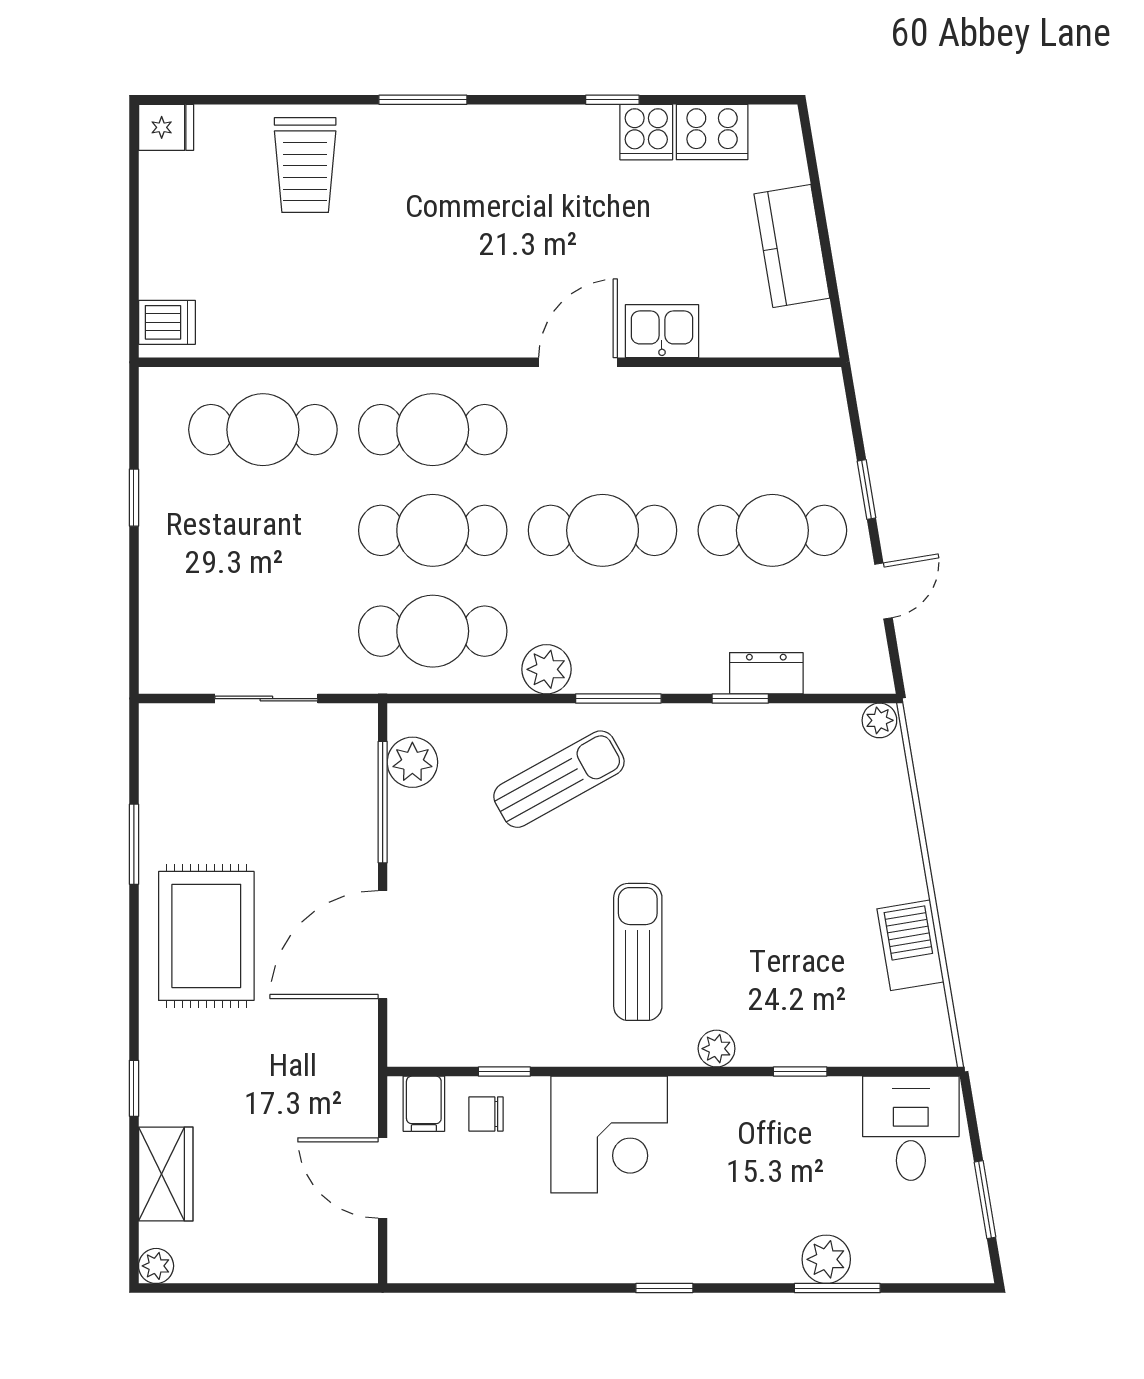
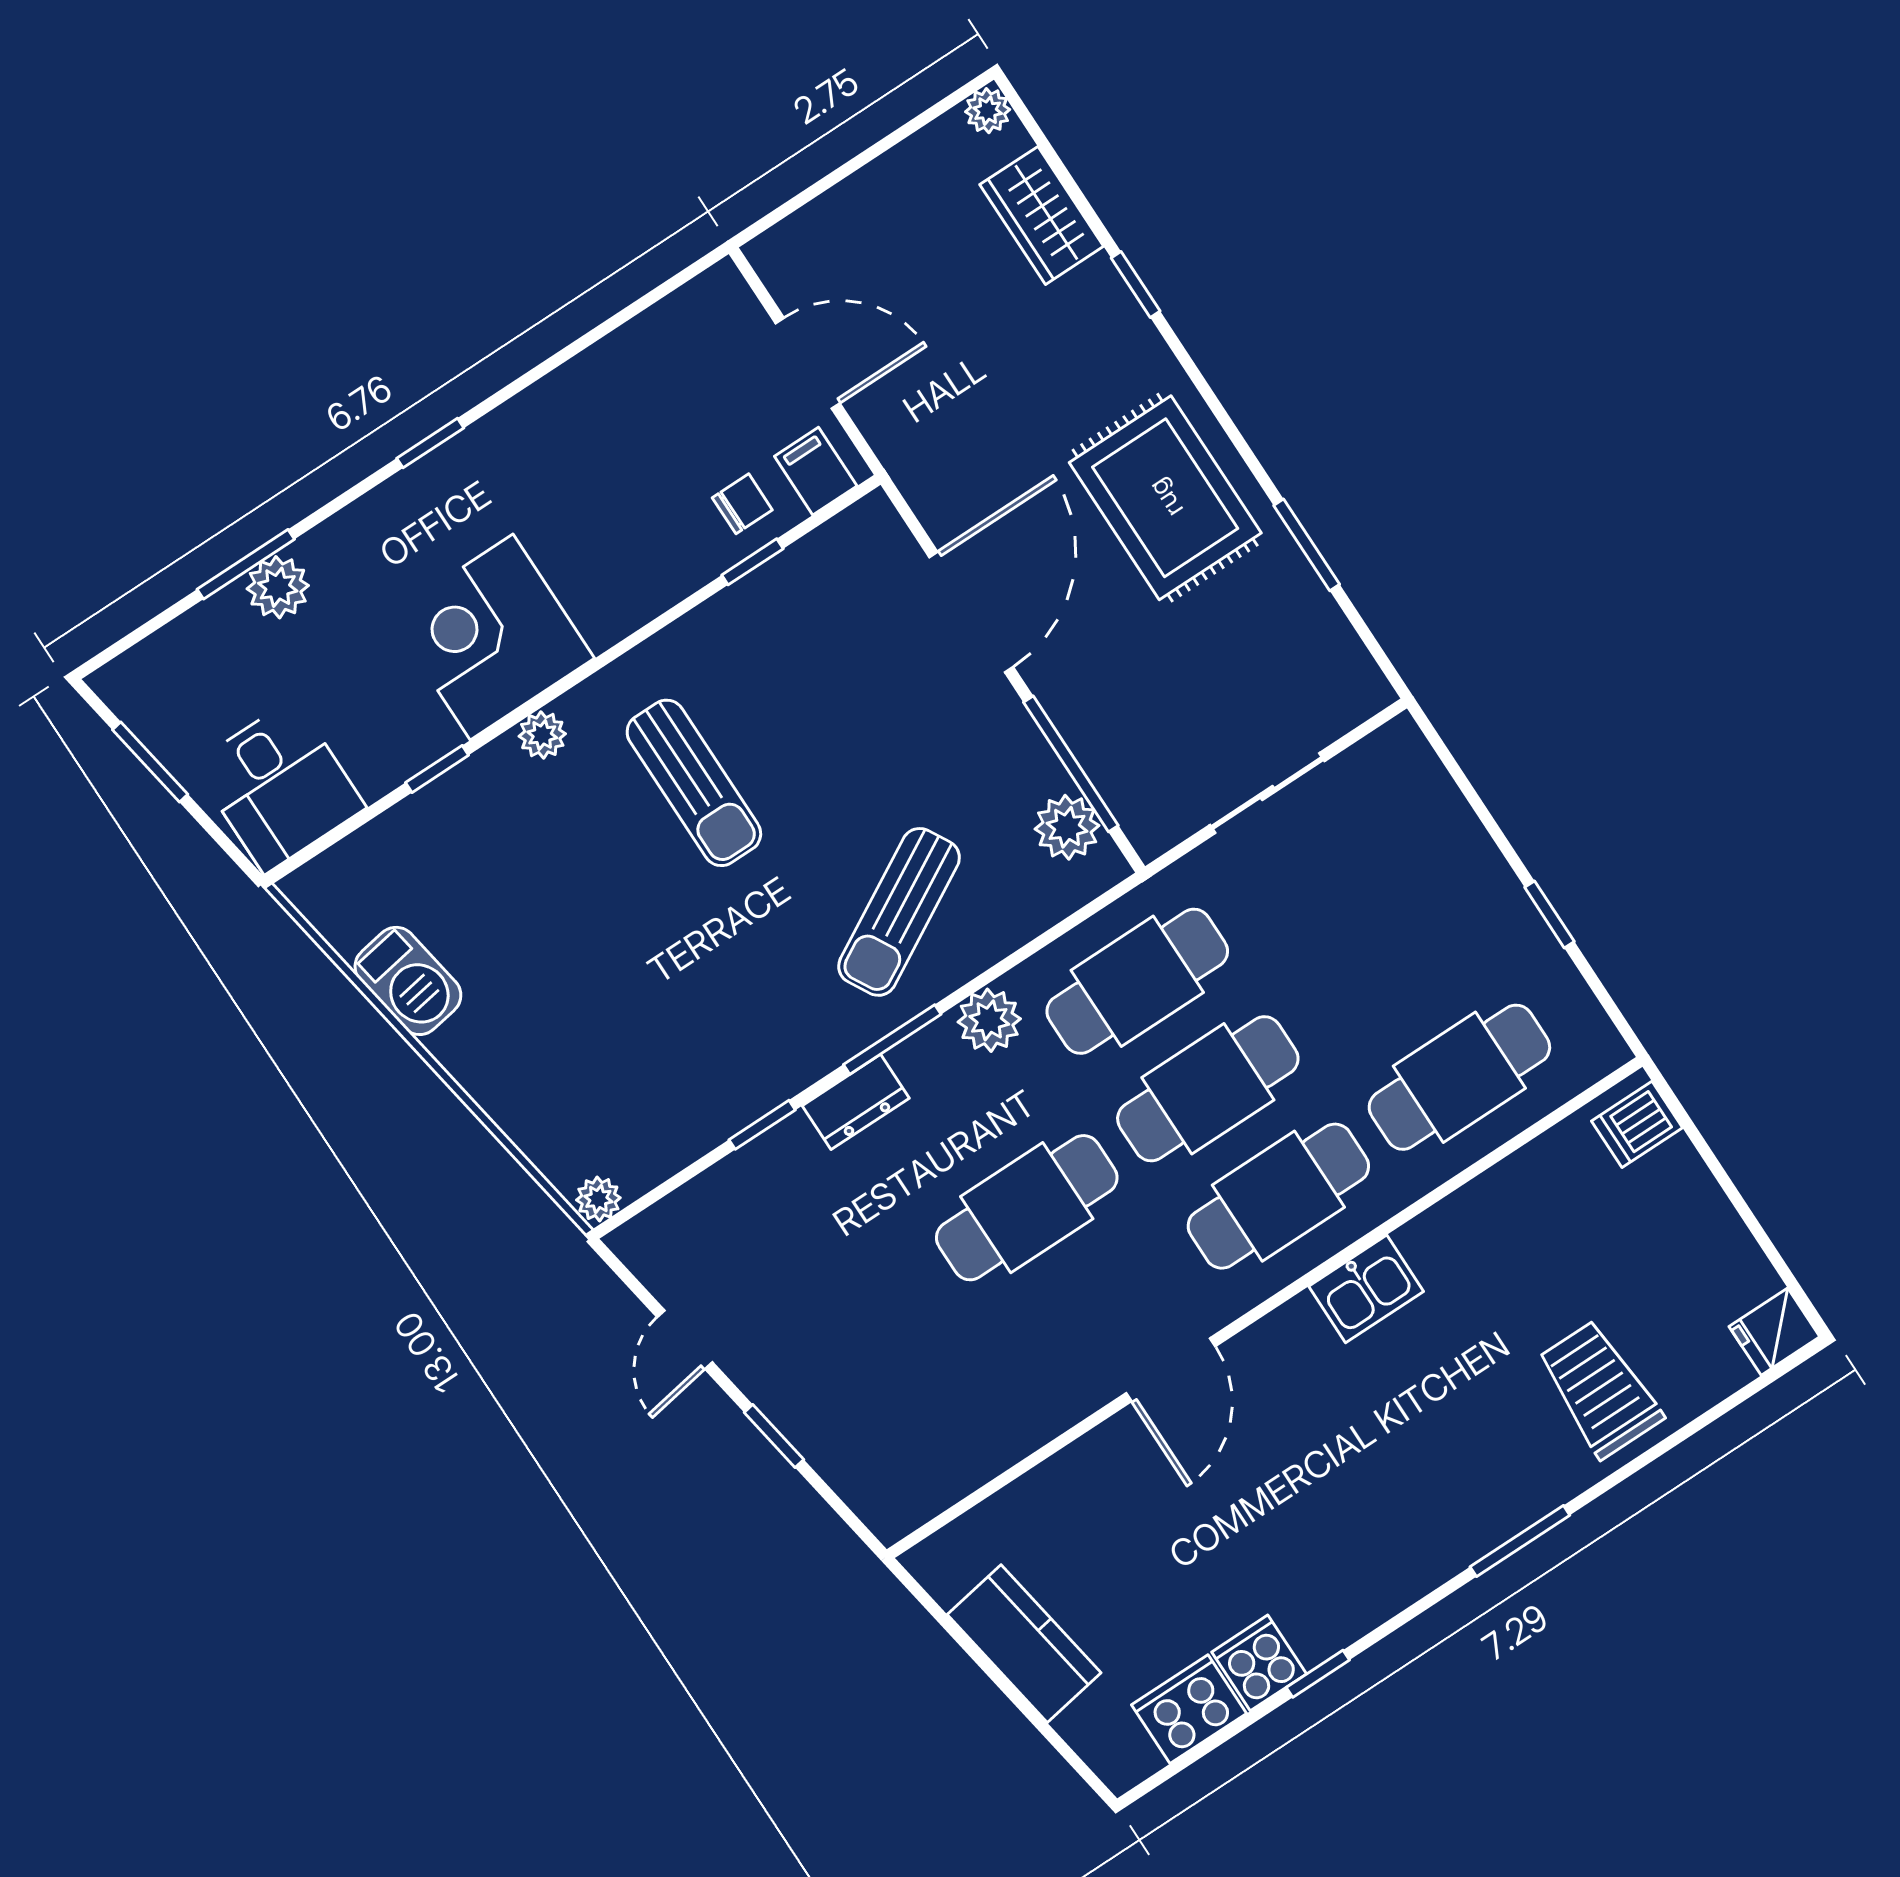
kitchen sink: (662, 331) -> (1366, 1289), moved
cafe table: (772, 530) -> (846, 1327), removed
dresser: (766, 673) -> (856, 1102), moved
corner desk: (609, 1135) -> (492, 637), moved

